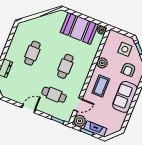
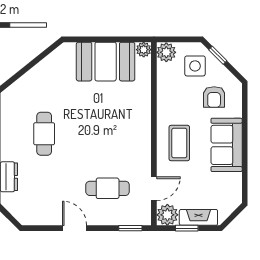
plant: (102, 63) -> (166, 52), moved
cafe table: (65, 66) -> (108, 134), removed
door: (29, 109) -> (75, 228), hinge flipped

